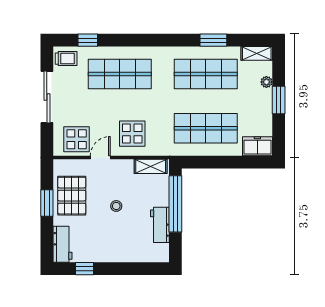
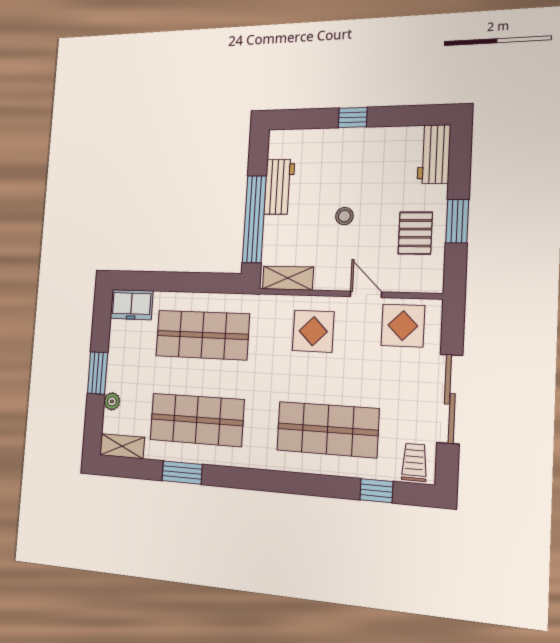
trolley: (66, 59) -> (414, 462), turned 90
door: (100, 158) -> (366, 294), swing flipped
pallet: (72, 196) -> (415, 233), width x0.67, depth x0.71
window: (84, 269) -> (353, 117), moved

